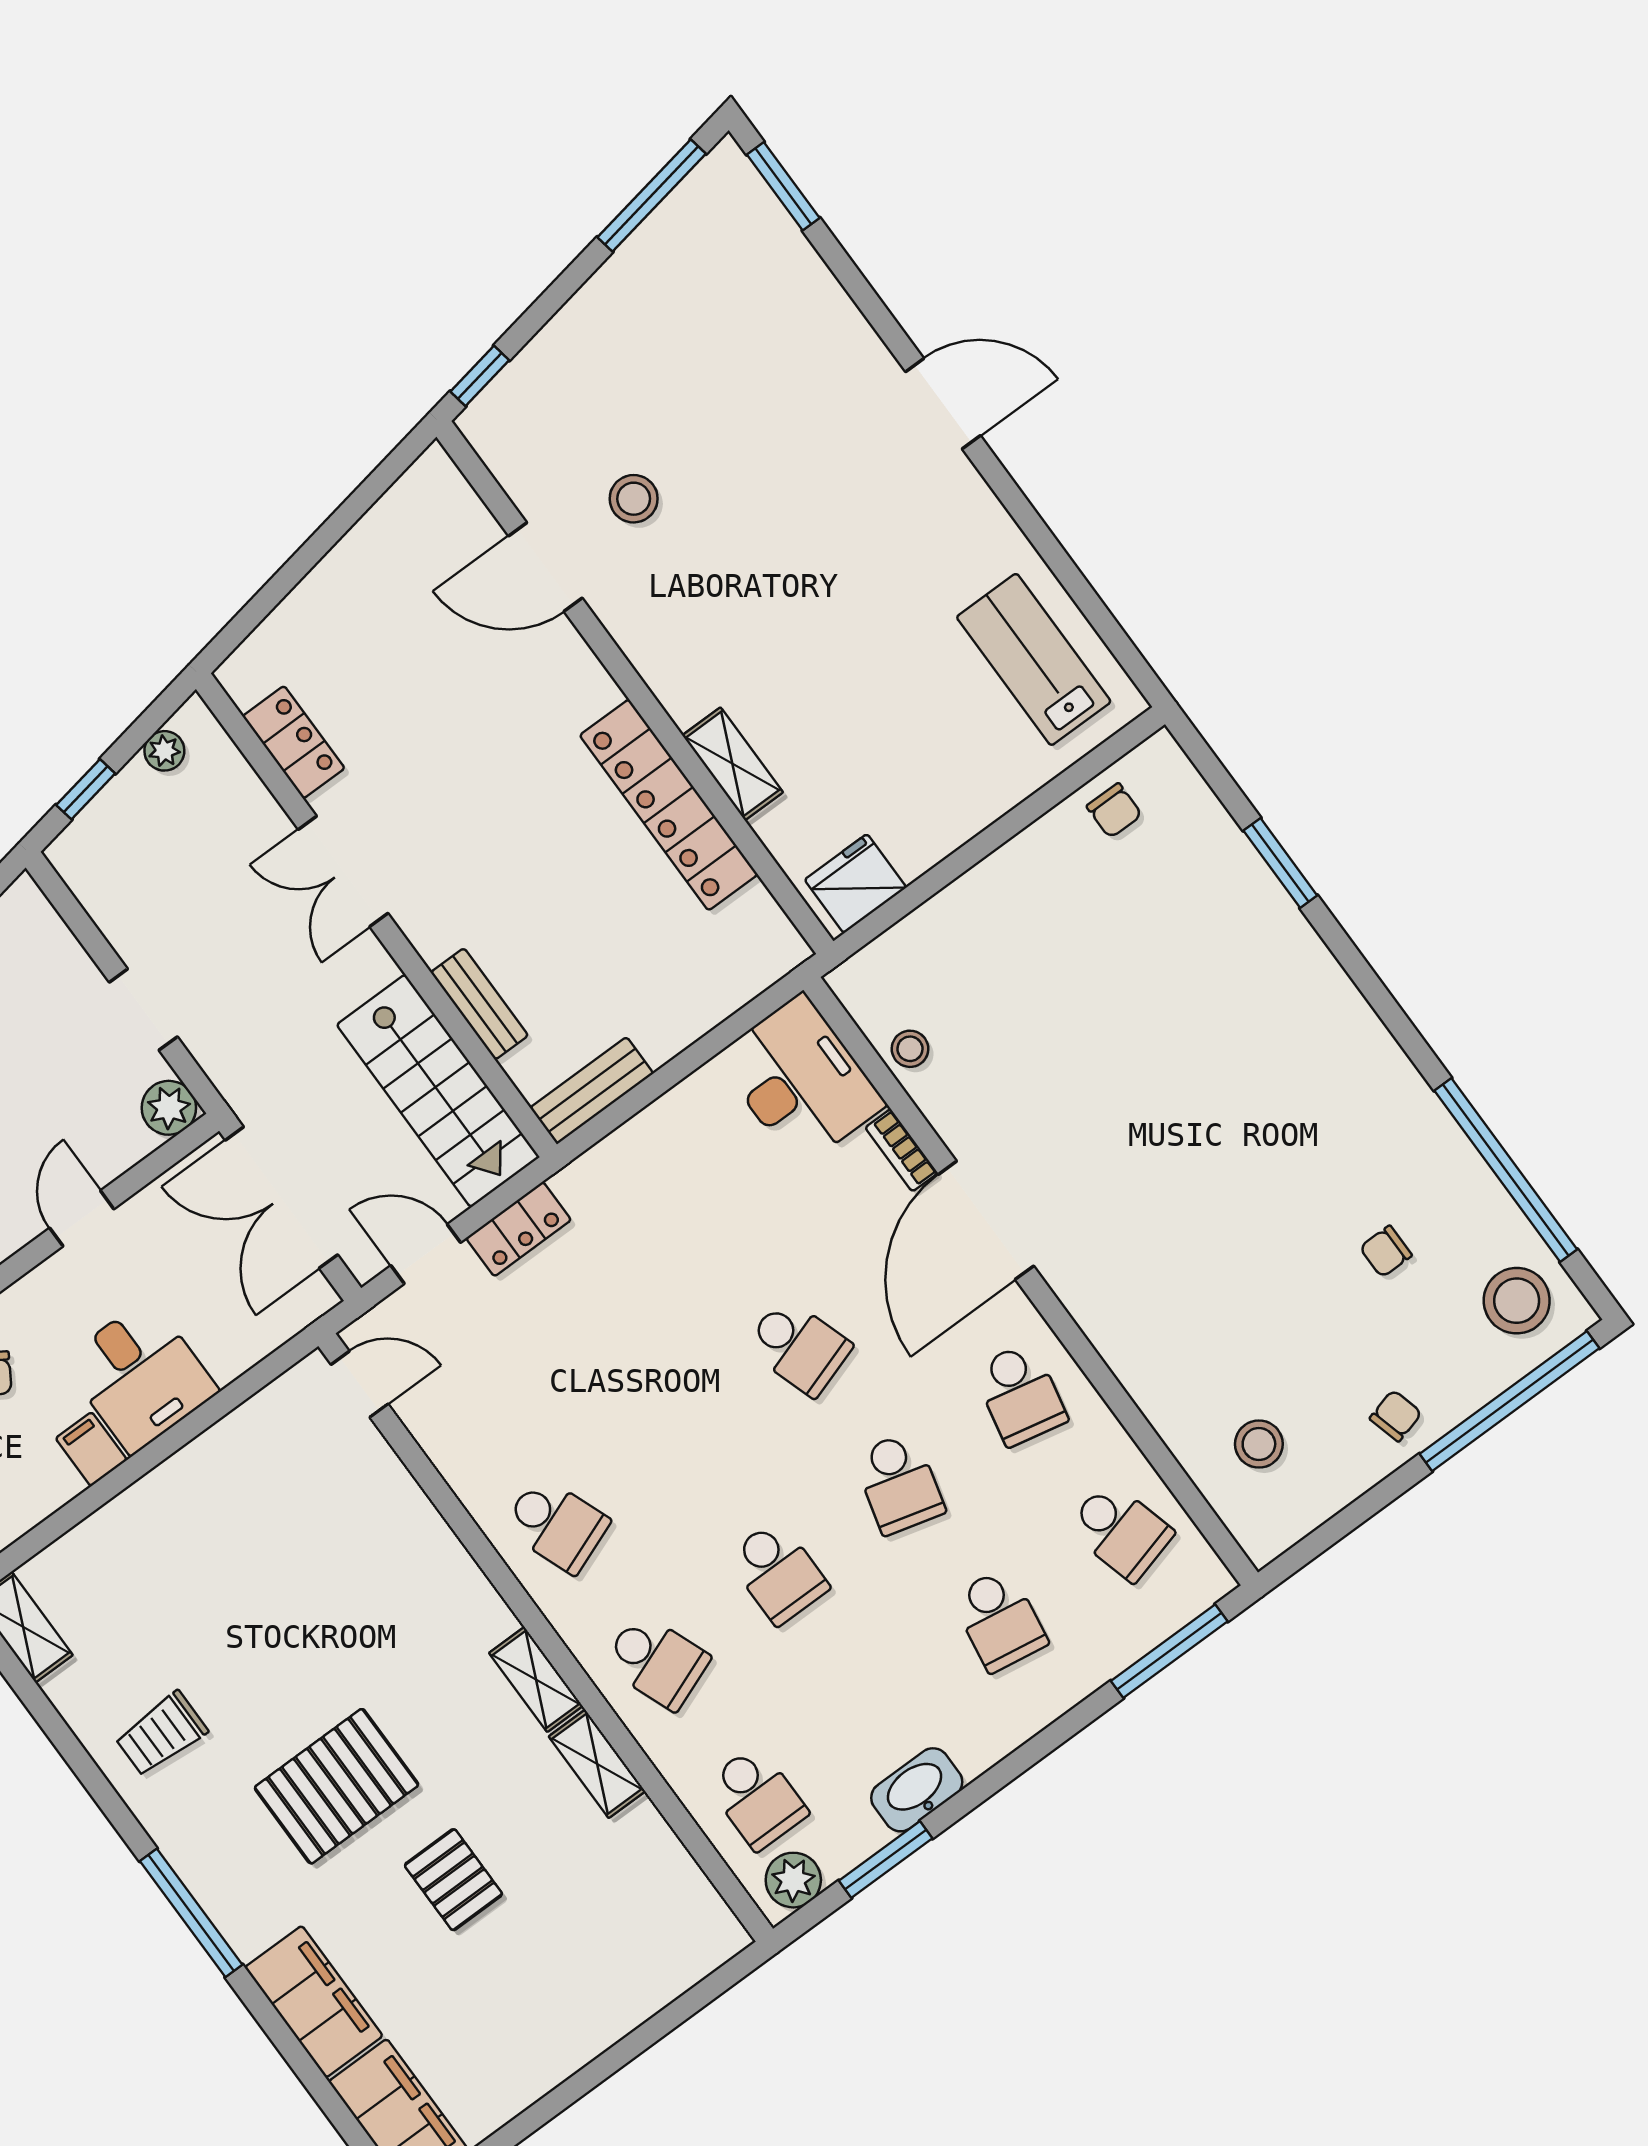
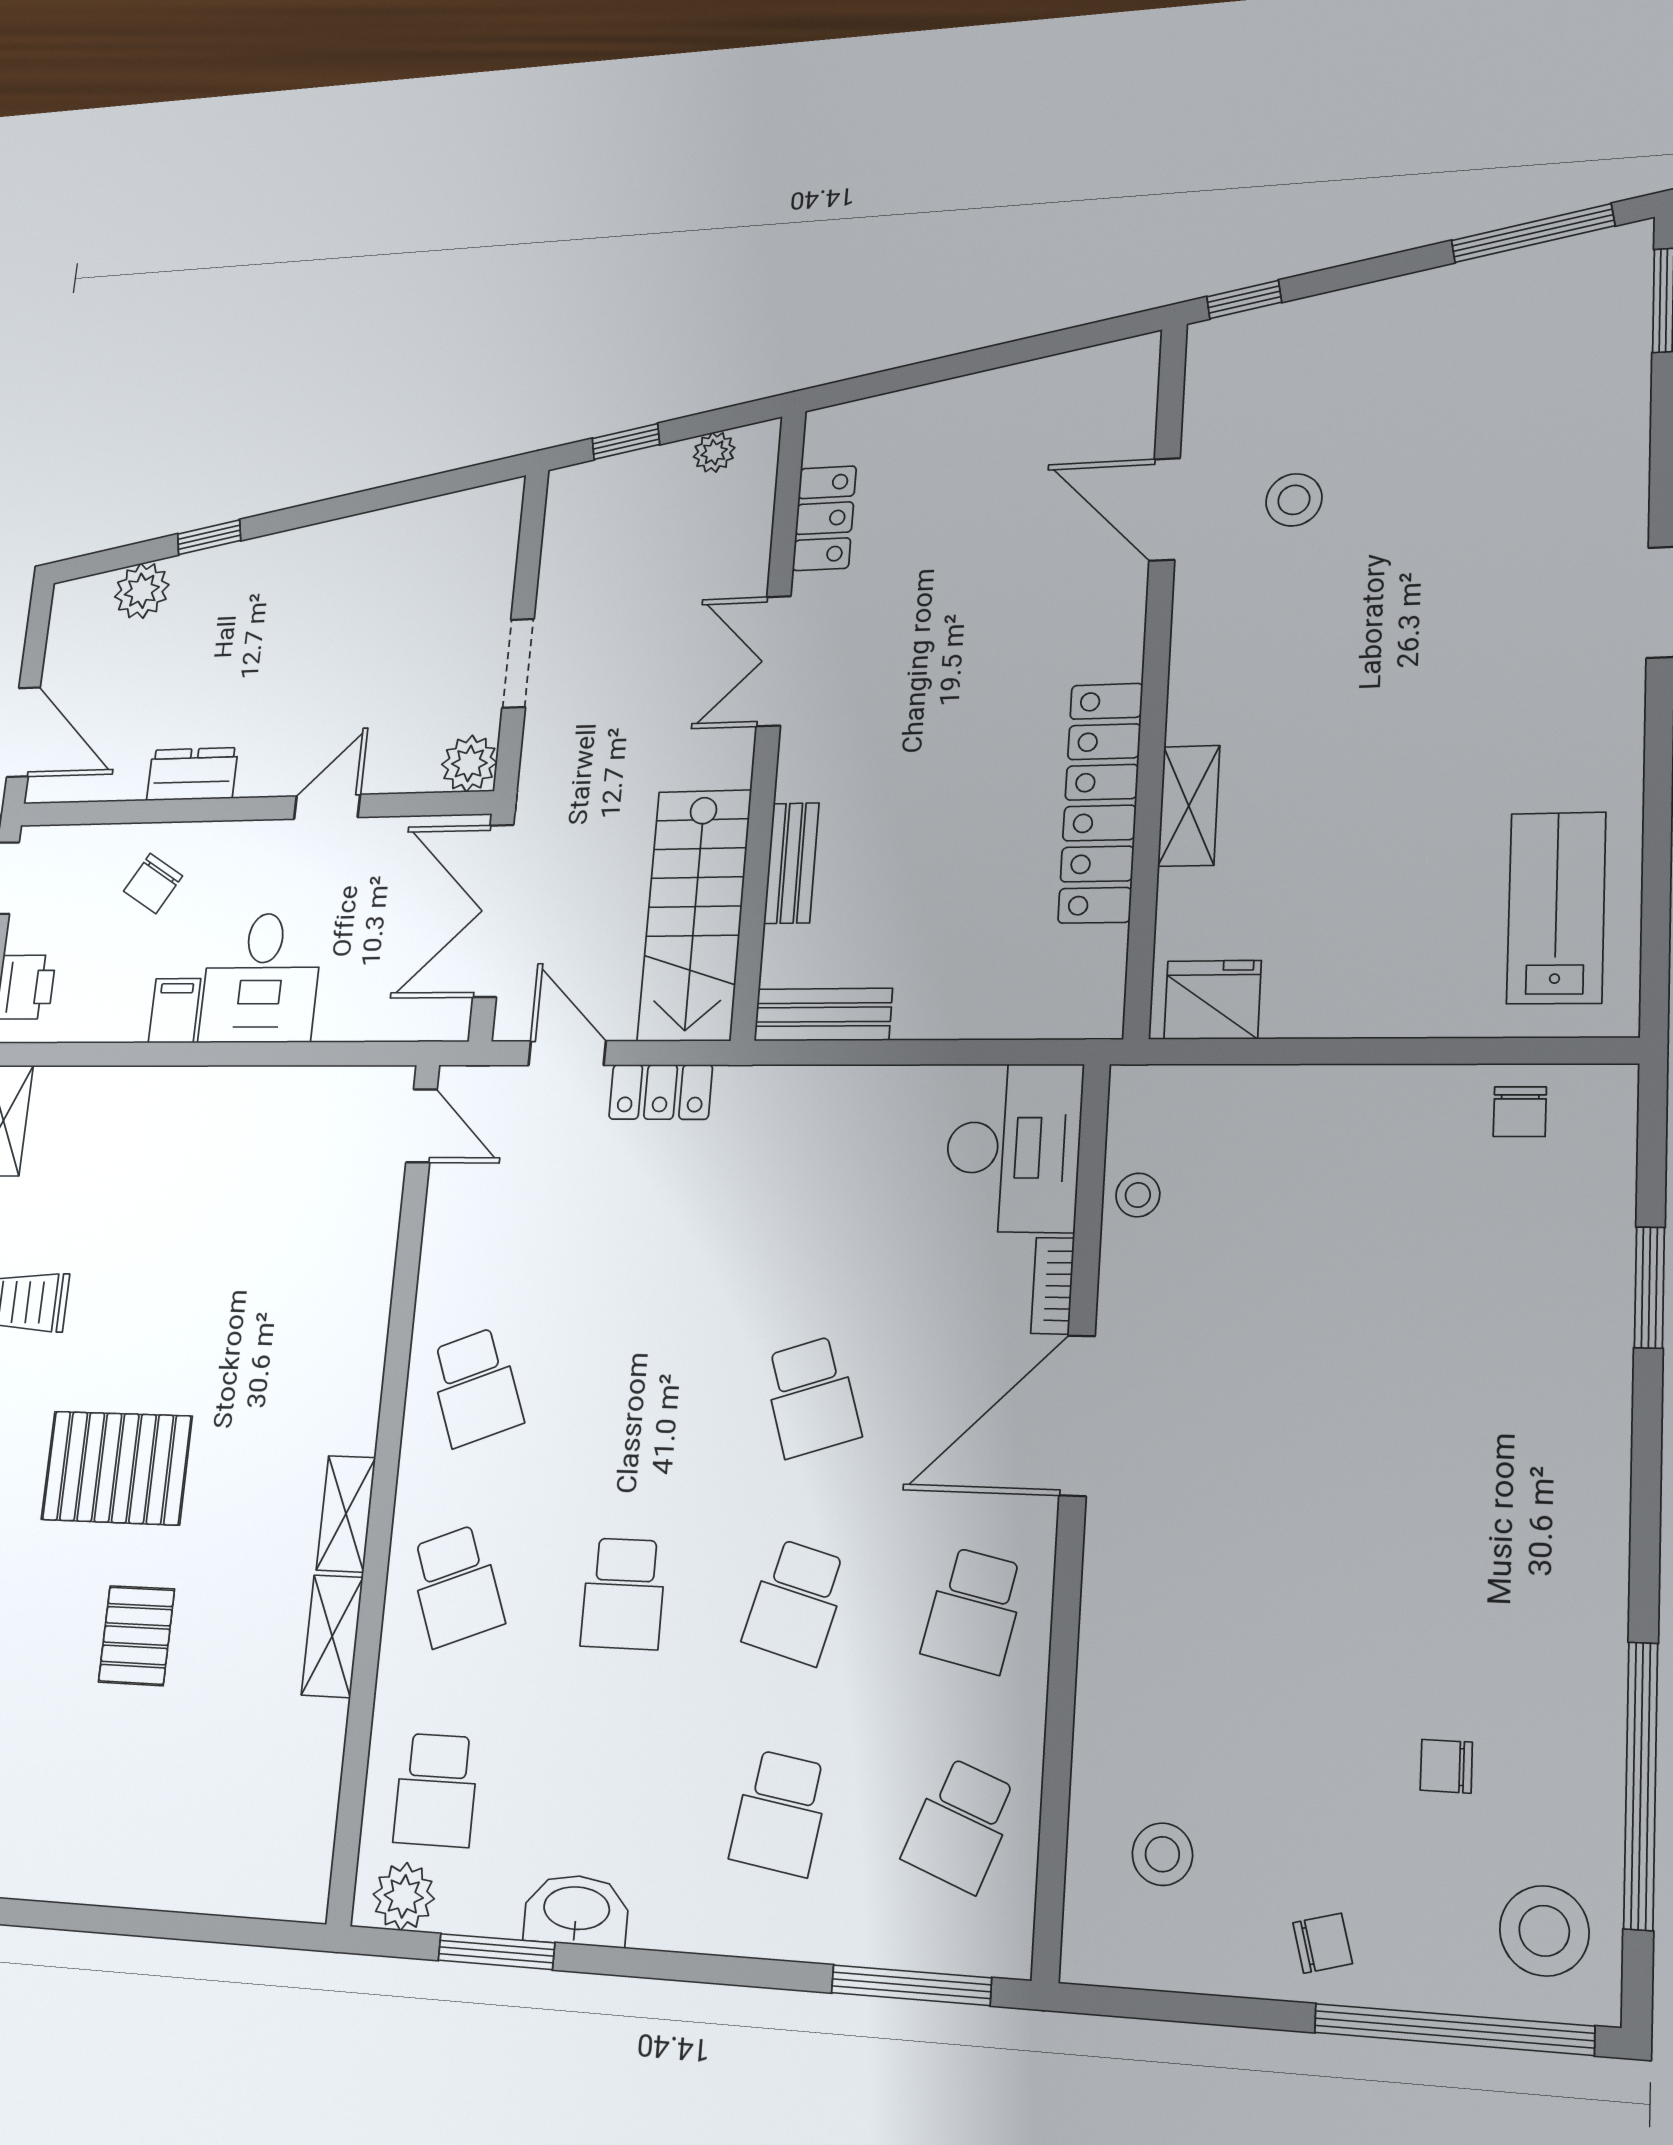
school desk: (1120, 1531) -> (961, 1825), turned 36

